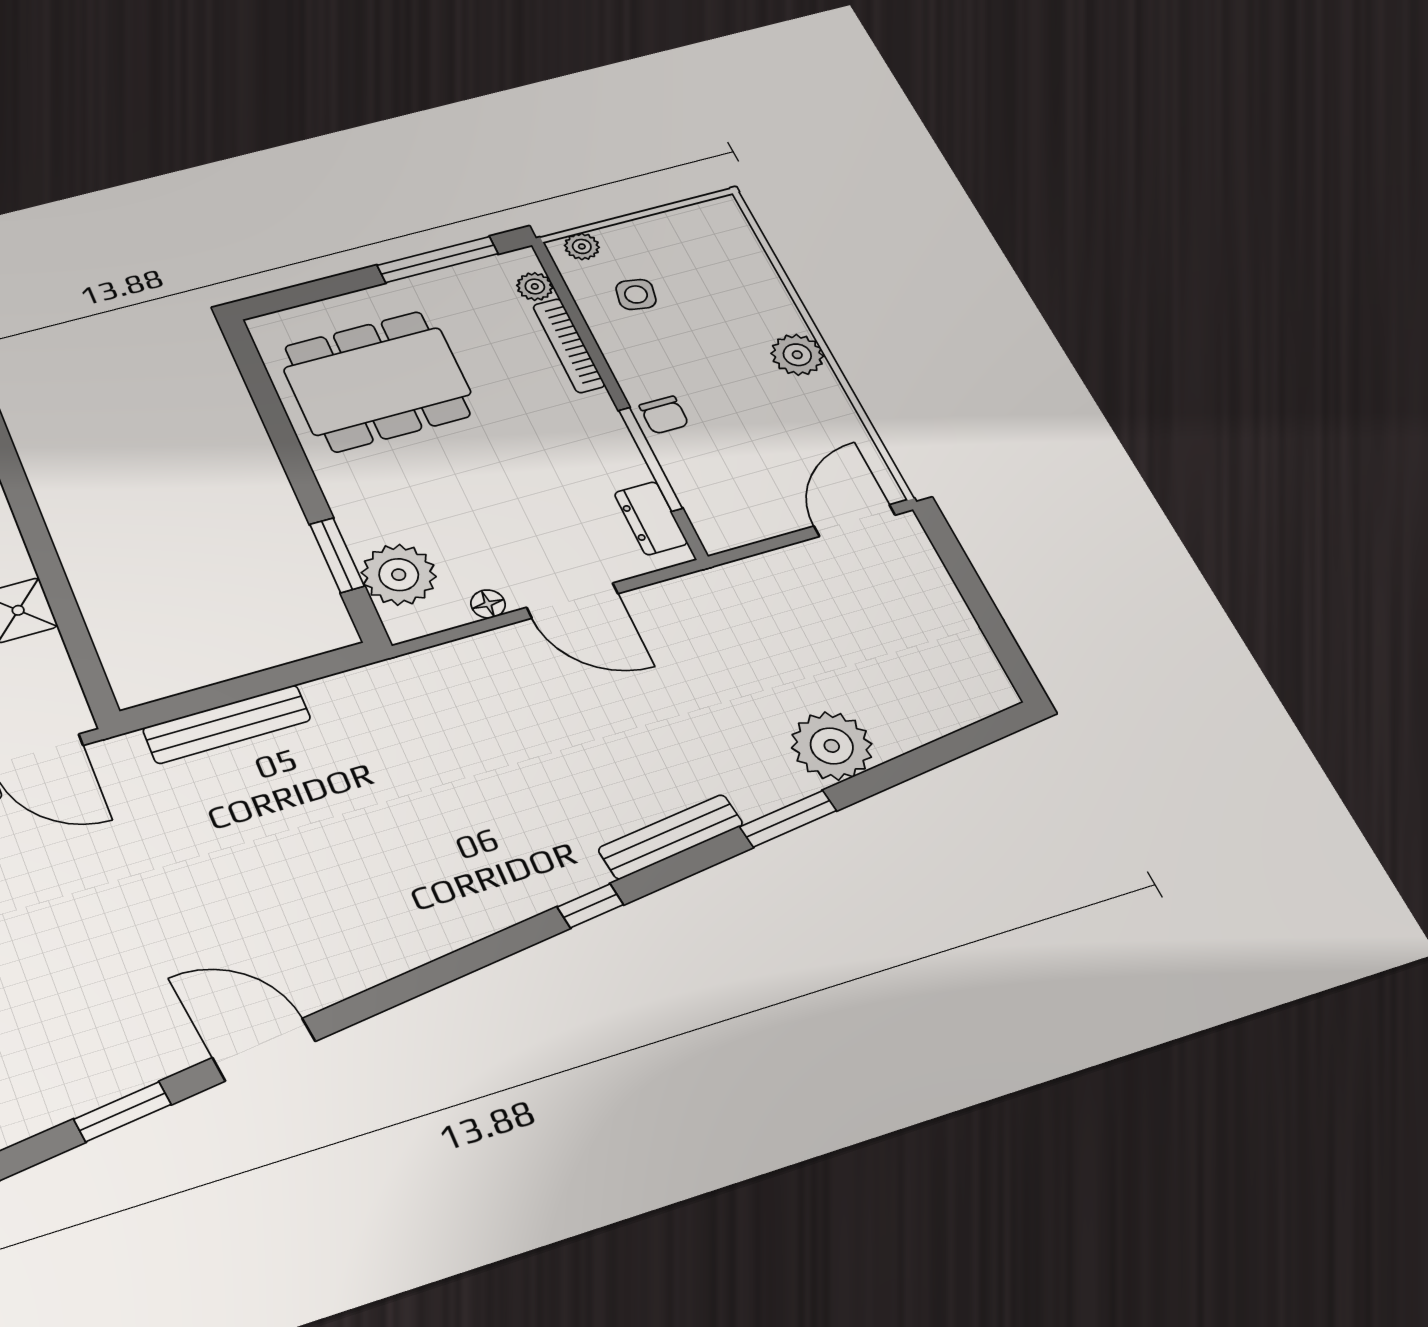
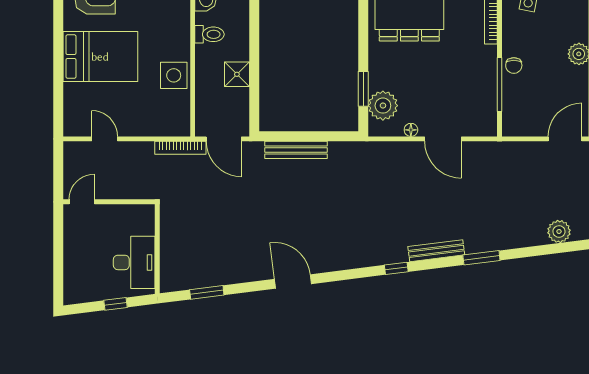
dresser: (651, 518) -> (488, 112), removed
plant: (832, 746) -> (559, 231), moved, width x0.73, depth x0.73
door: (264, 1049) -> (293, 281), moved

